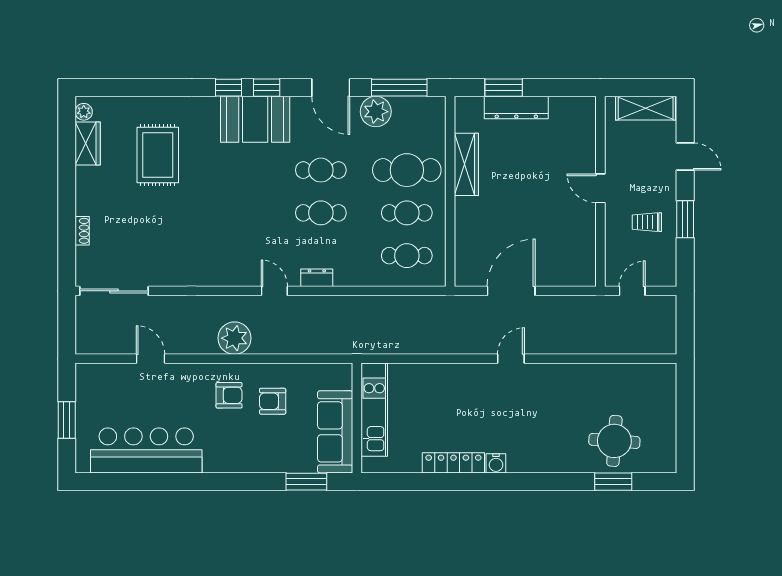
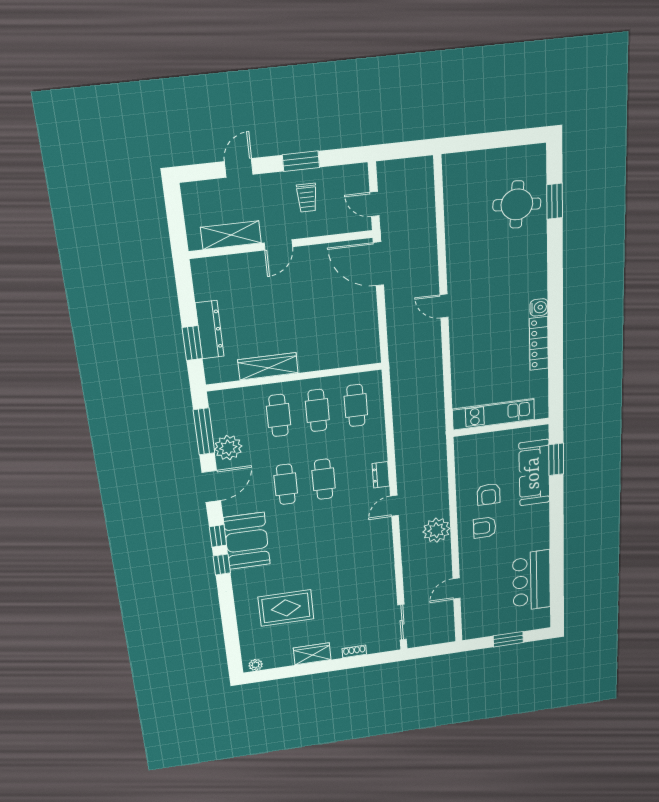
shelving: (646, 108) -> (231, 235), moved, turned 90
wardrobe: (88, 143) -> (312, 654), moved
cafe table: (407, 170) -> (278, 415), width x0.73, depth x0.74
sliding door: (114, 291) -> (402, 622), width x0.73
door: (511, 291) -> (378, 264), moved
armchair: (229, 395) -> (485, 528), turned -90
sofa: (335, 432) -> (534, 473), moved, turned 90
bar counter: (146, 450) -> (532, 581), width x0.73

